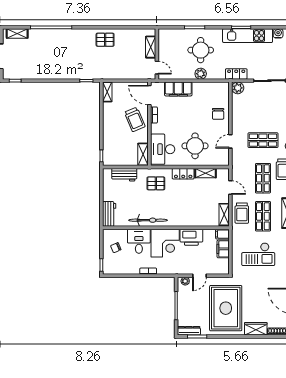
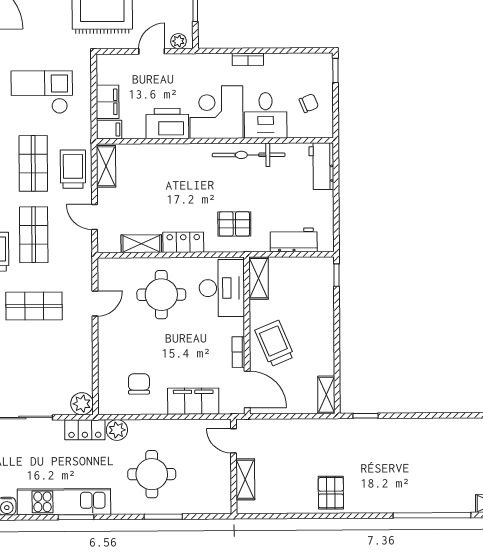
pallet: (105, 40) -> (331, 493), turned 90
plant: (201, 74) -> (117, 430), moved
chair: (218, 114) -> (139, 384), moved

